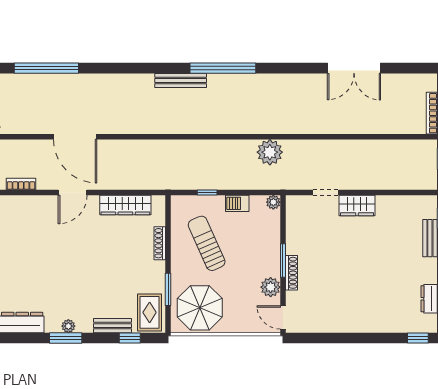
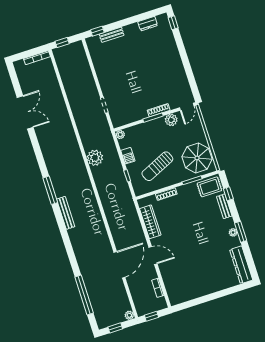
window: (223, 68) -> (50, 190), width x0.68
plant: (270, 152) -> (95, 158), moved
wardrobe: (357, 206) -> (106, 84), removed

